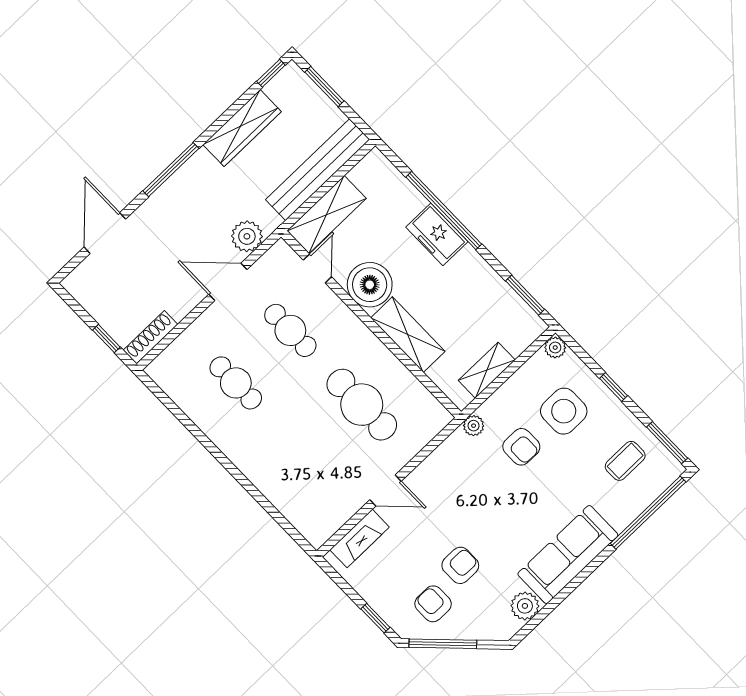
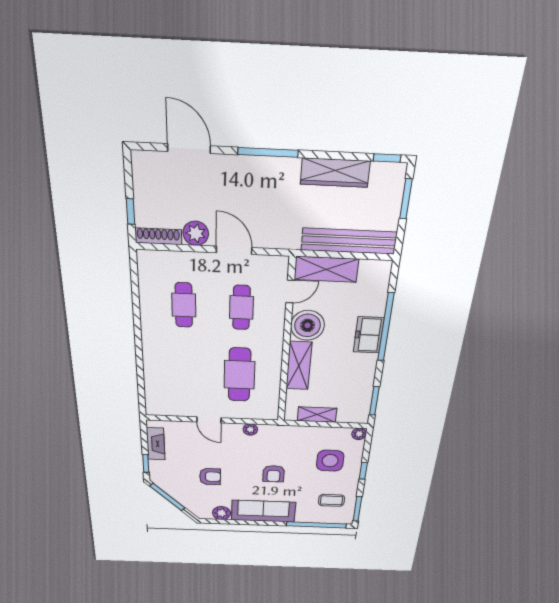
door: (105, 233) -> (189, 149), hinge flipped
plant: (247, 236) -> (196, 233), moved
plant: (474, 426) -> (250, 429), moved
armchair: (521, 447) -> (274, 474), moved
fireplace: (360, 538) -> (156, 444), moved, turned -90
armchair: (433, 604) -> (180, 480), removed

